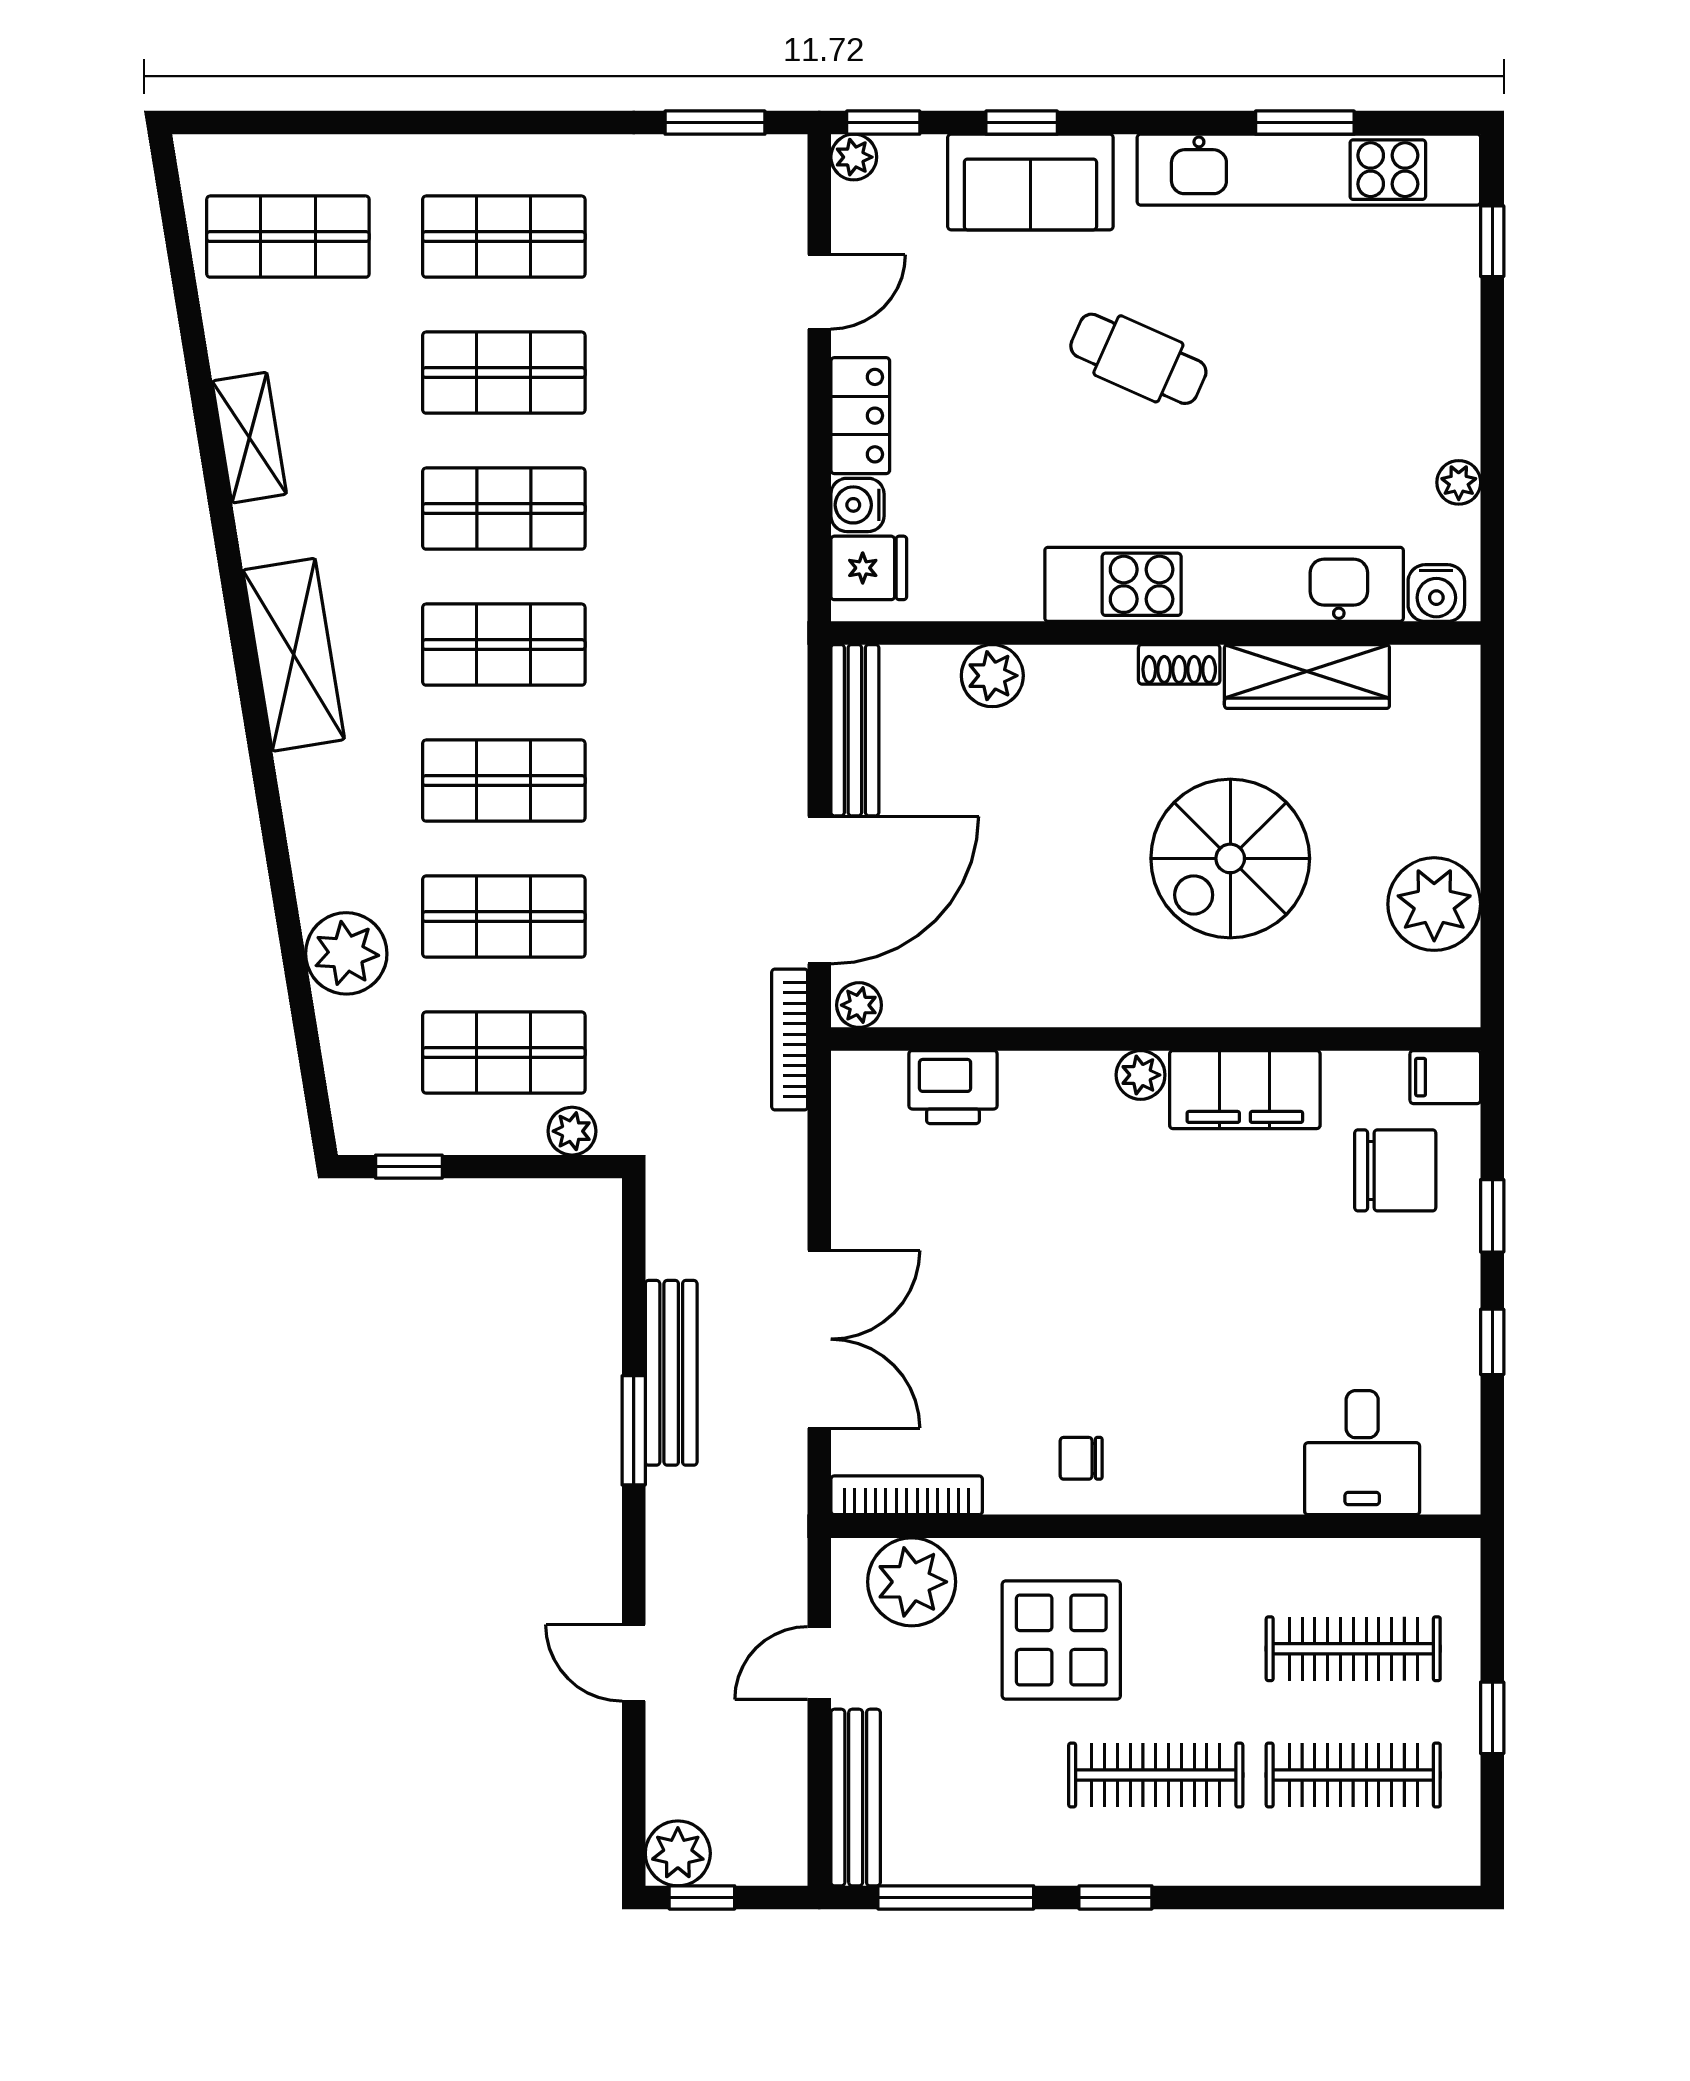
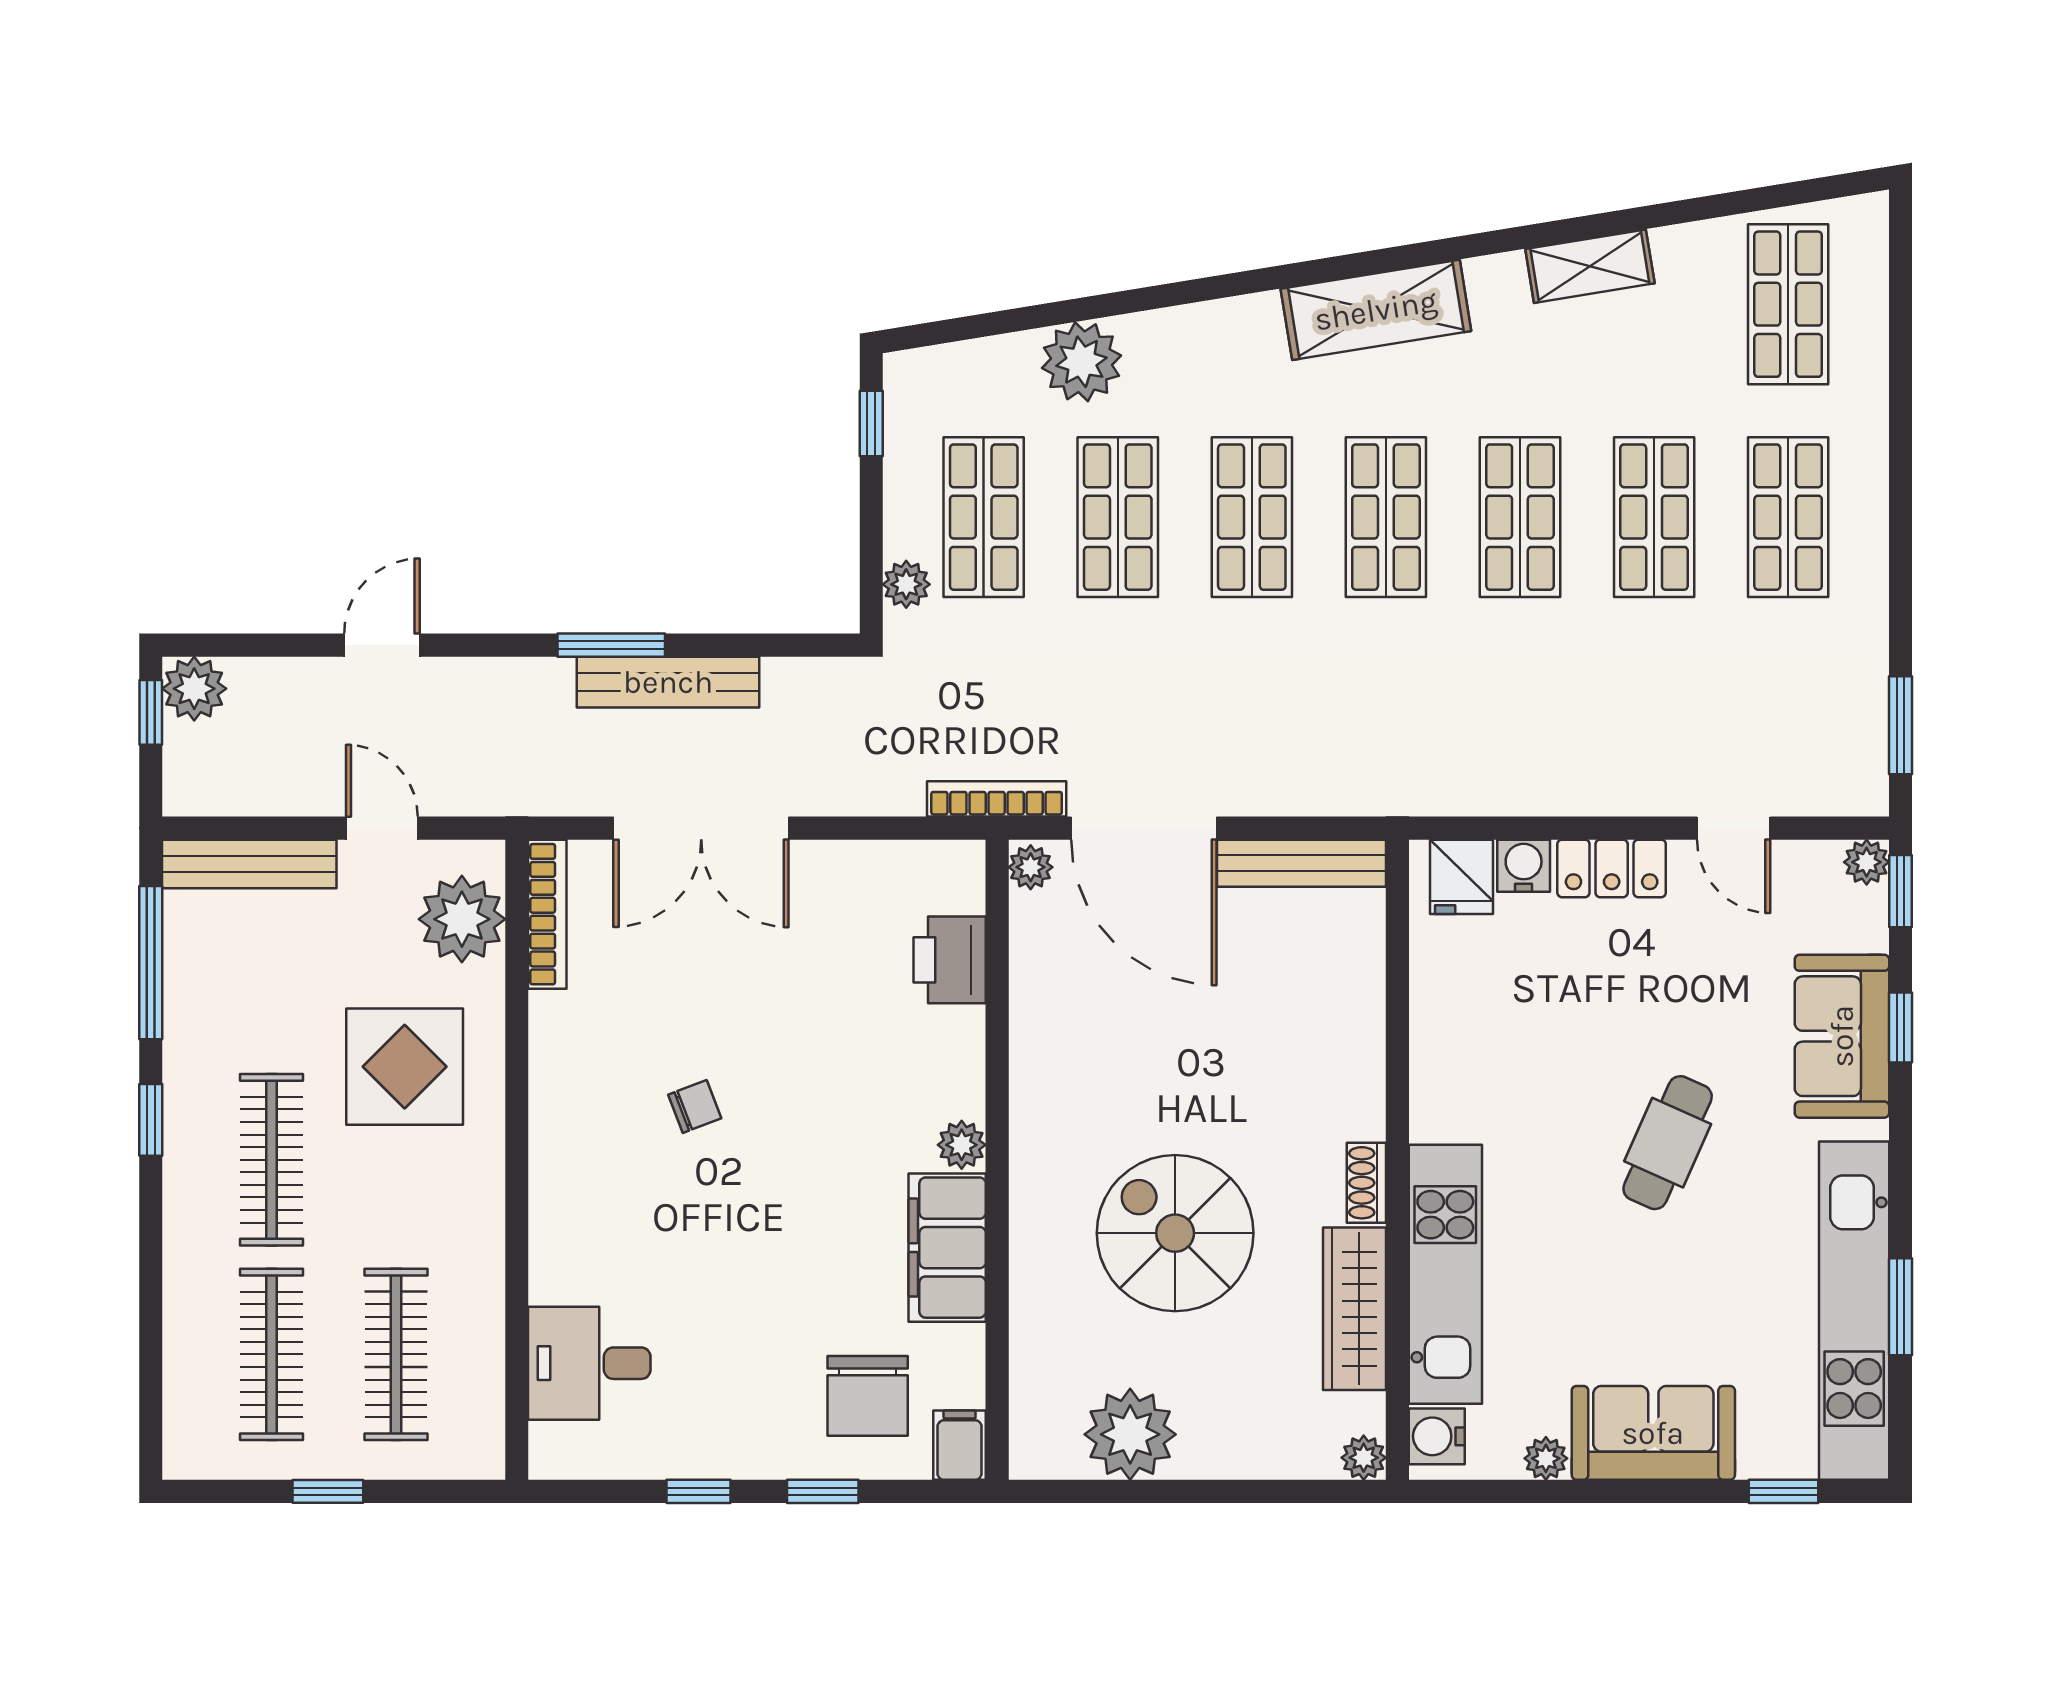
sofa: (1433, 373) -> (1653, 1433), added
kitchen unit: (1224, 584) -> (1445, 1274), width x0.73
plant: (992, 676) -> (1364, 1458), moved, width x0.73, depth x0.73
chair: (1081, 1458) -> (695, 1106), moved, turned 69

